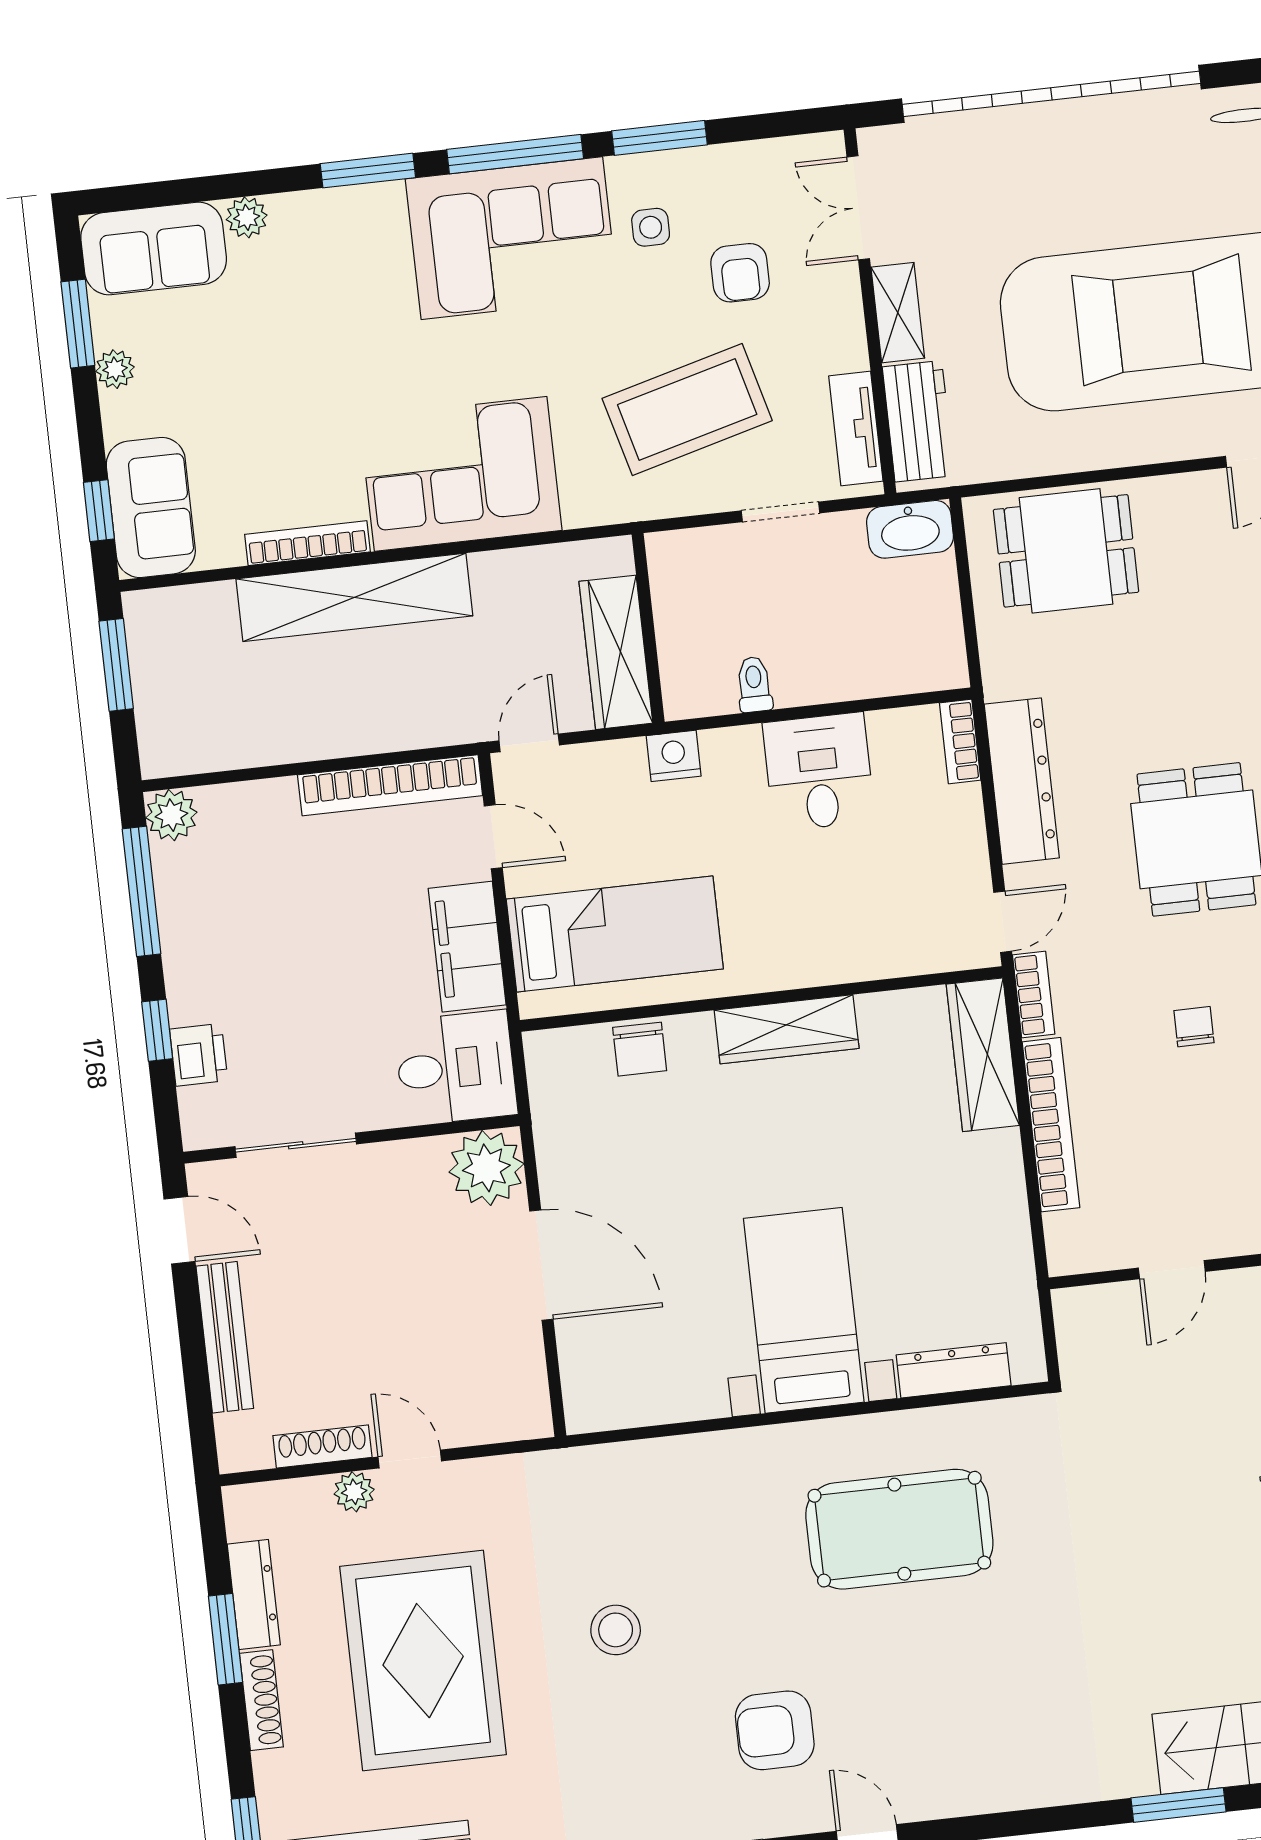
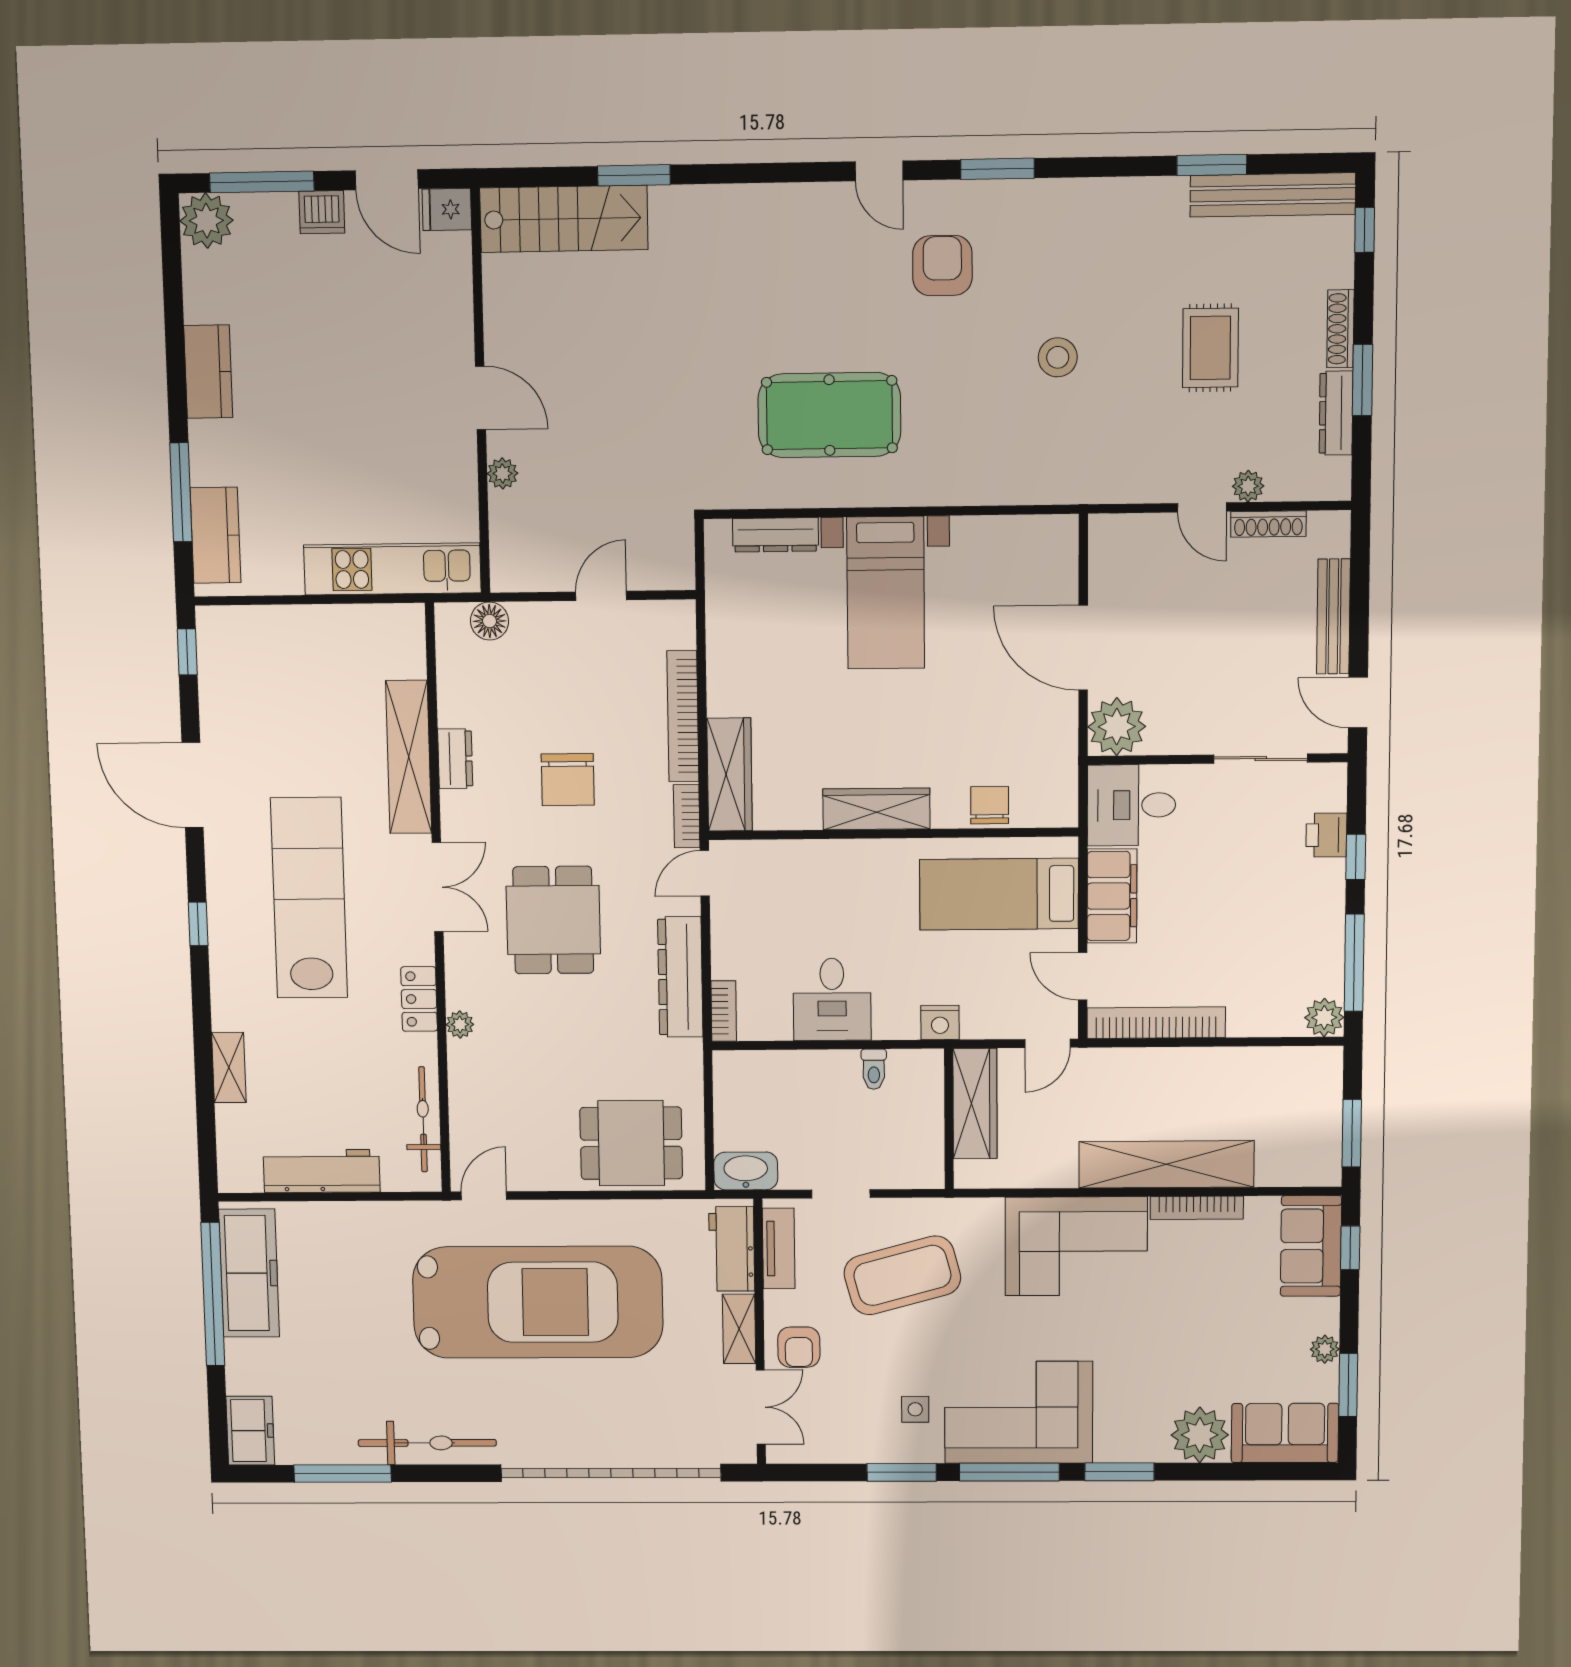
plant: (247, 217) -> (1200, 1435), width x1.88, depth x1.88
armchair: (740, 273) -> (799, 1347), moved, turned 180
chair: (1194, 1027) -> (568, 780), width x1.87, depth x1.87
rug: (423, 1661) -> (1210, 348), width x0.54, depth x0.49
armchair: (775, 1730) -> (942, 266), turned -90

